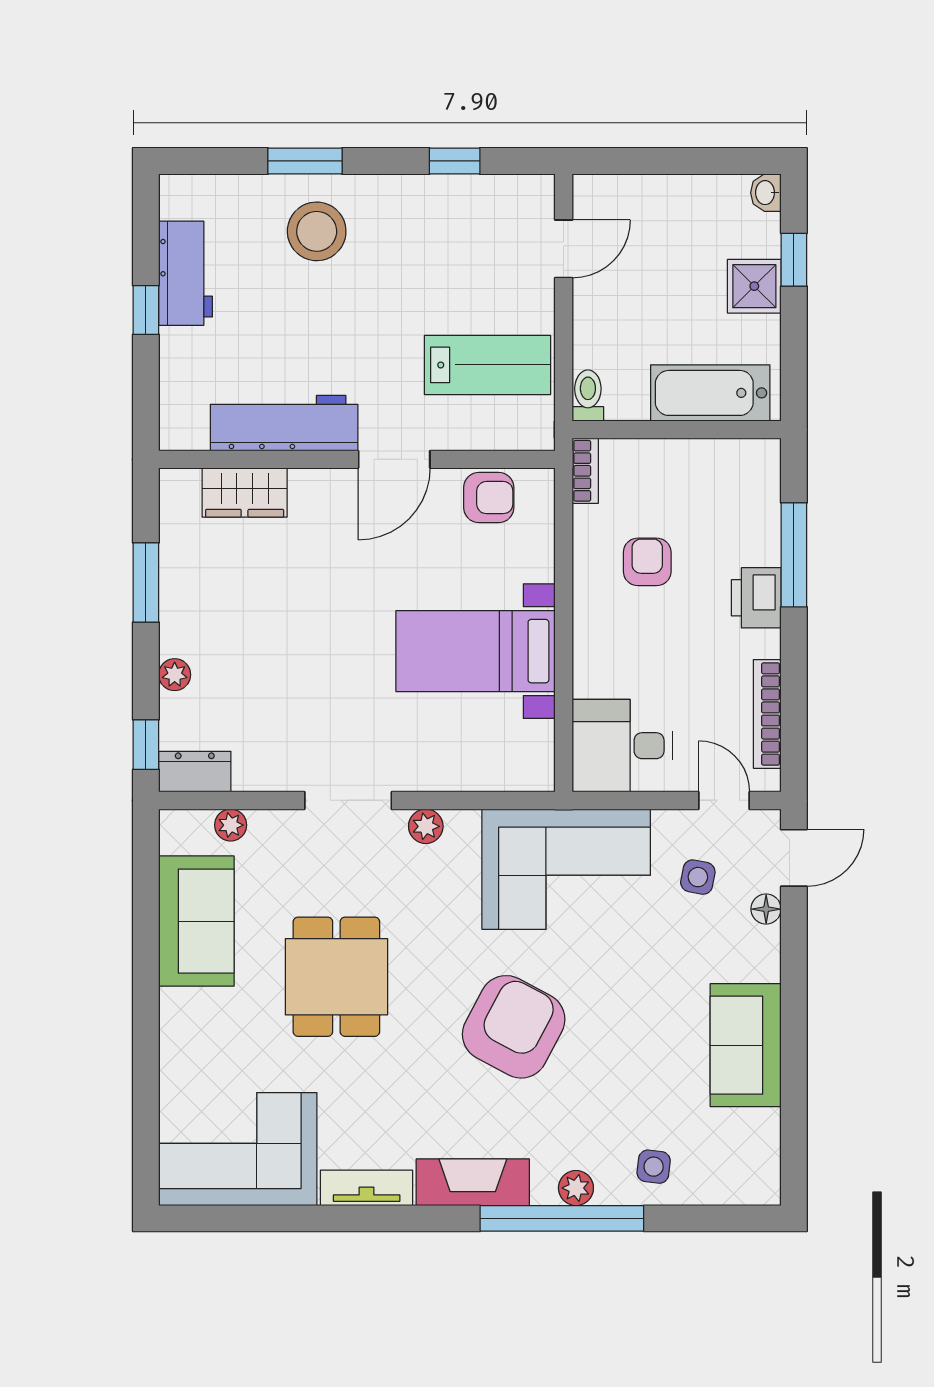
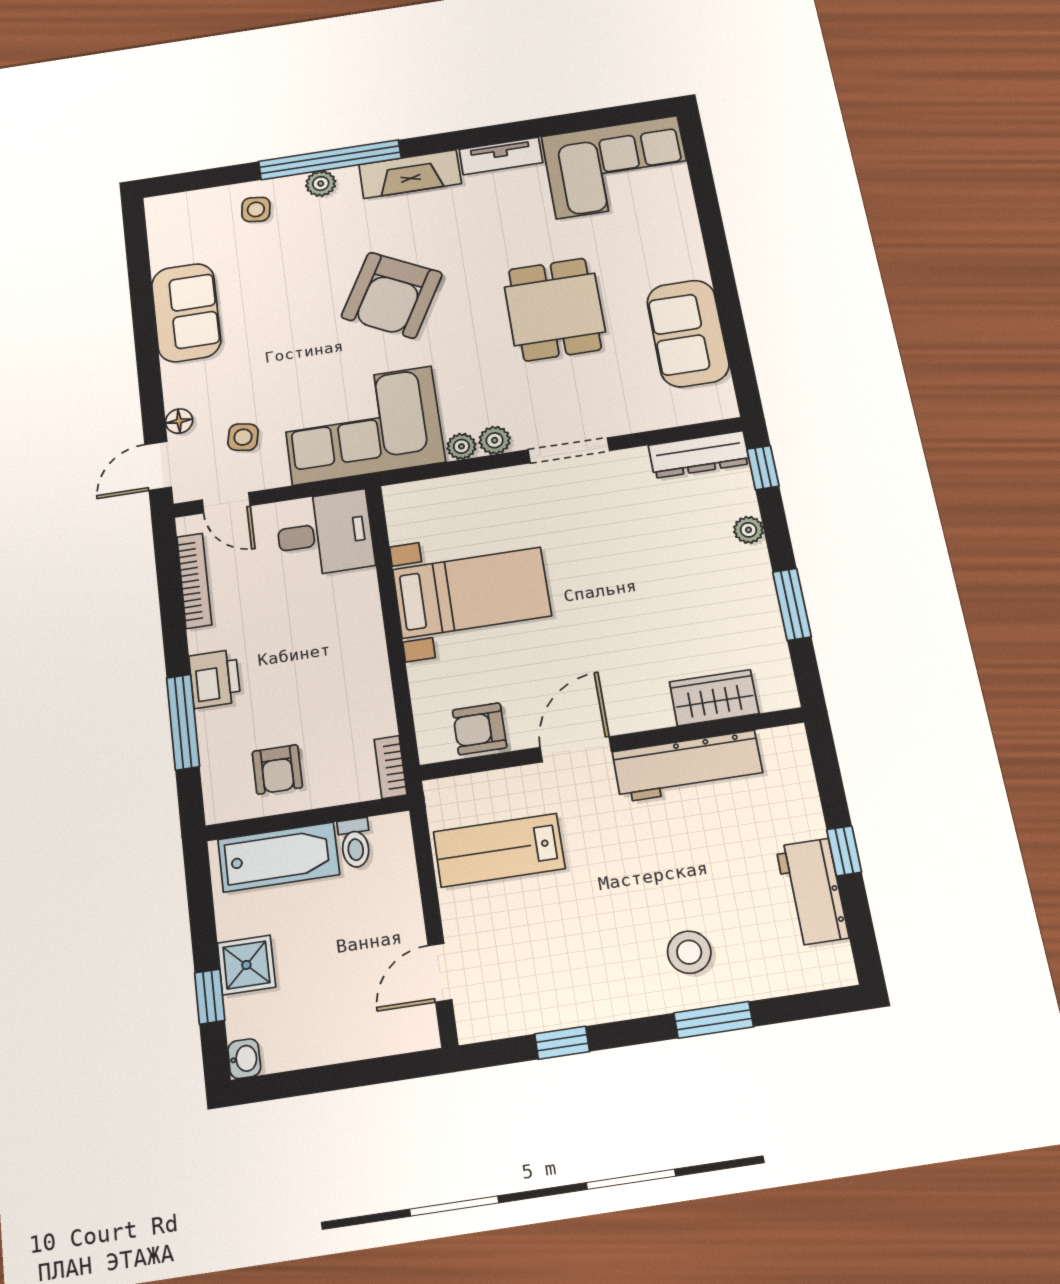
stool: (317, 231) -> (689, 952), width x0.73, depth x0.73
toilet: (588, 396) -> (355, 843), moved
armchair: (647, 562) -> (277, 769), moved
dresser: (195, 772) -> (699, 455), width x1.44
plant: (231, 825) -> (461, 446), moved

